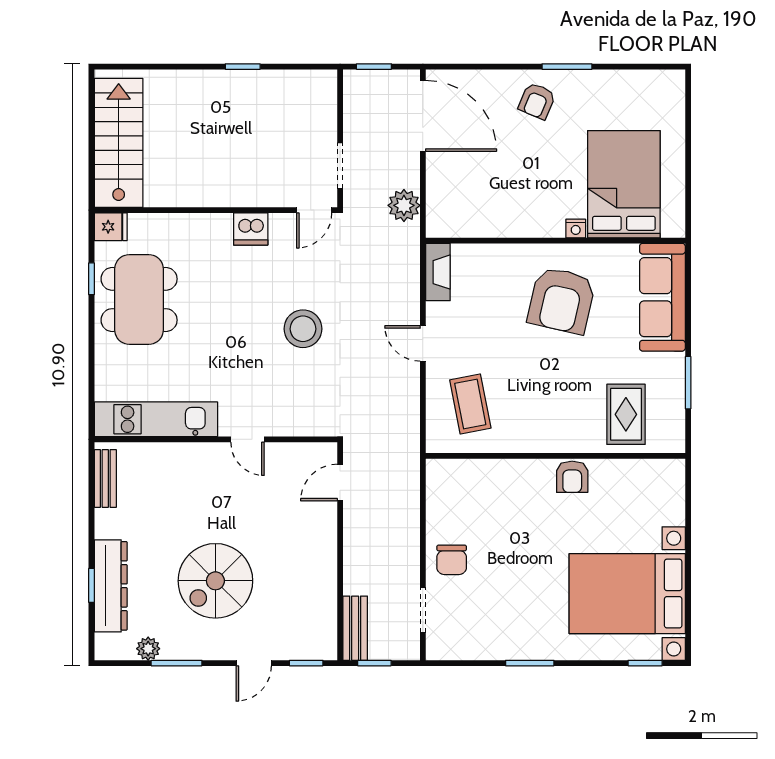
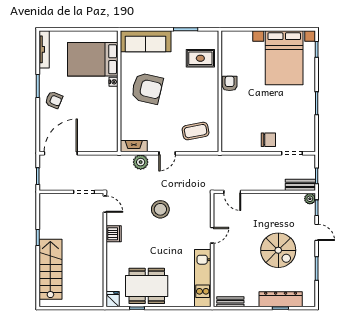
tv unit: (645, 80) -> (44, 49), added
stairs: (119, 143) -> (50, 269), moved, turned 90
plant: (404, 205) -> (141, 162), moved
armchair: (572, 477) -> (230, 83), turned -90
plant: (148, 649) -> (310, 199), moved

